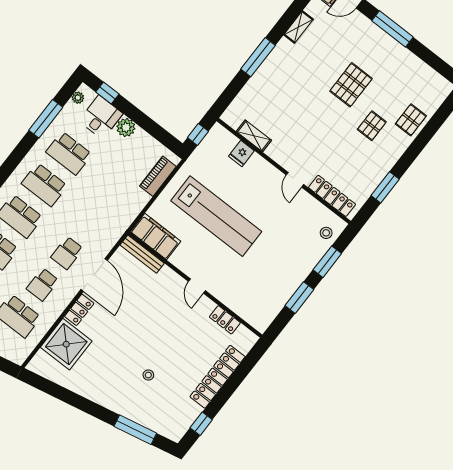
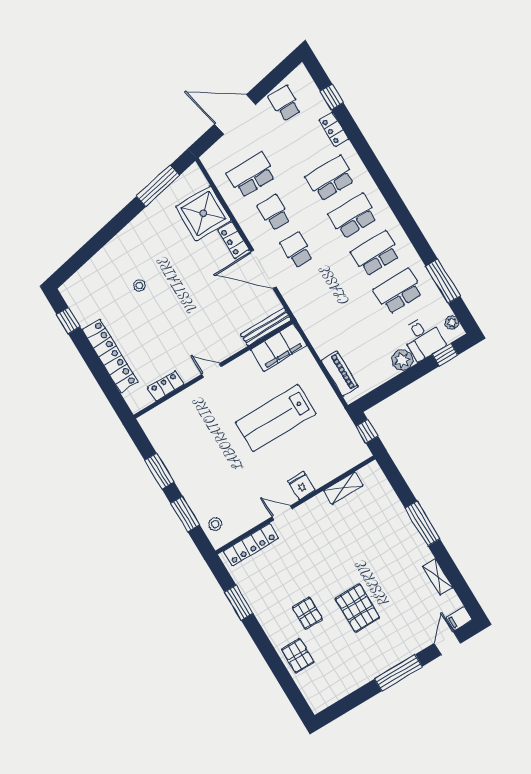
fridge: (241, 154) -> (301, 486), moved
lab bench: (216, 216) -> (276, 418), width x0.73
window: (135, 430) -> (158, 186), moved

